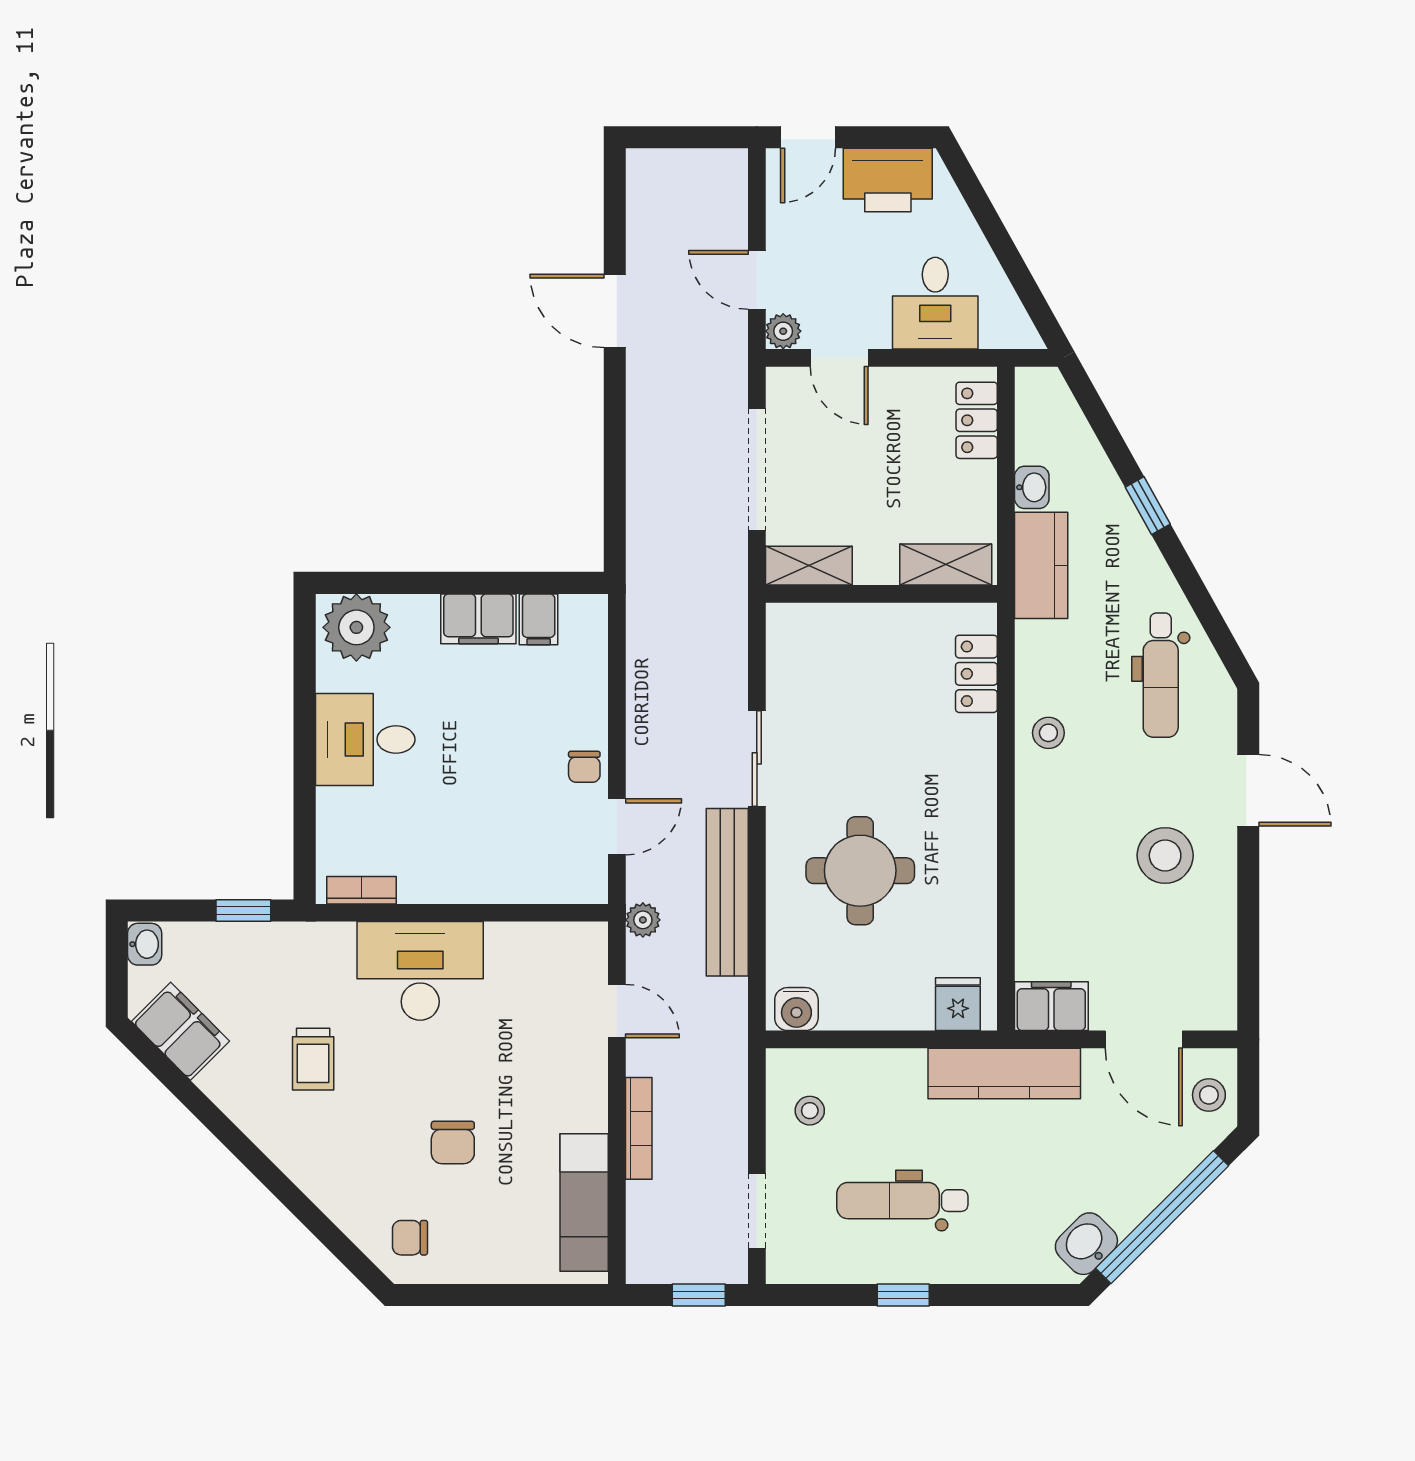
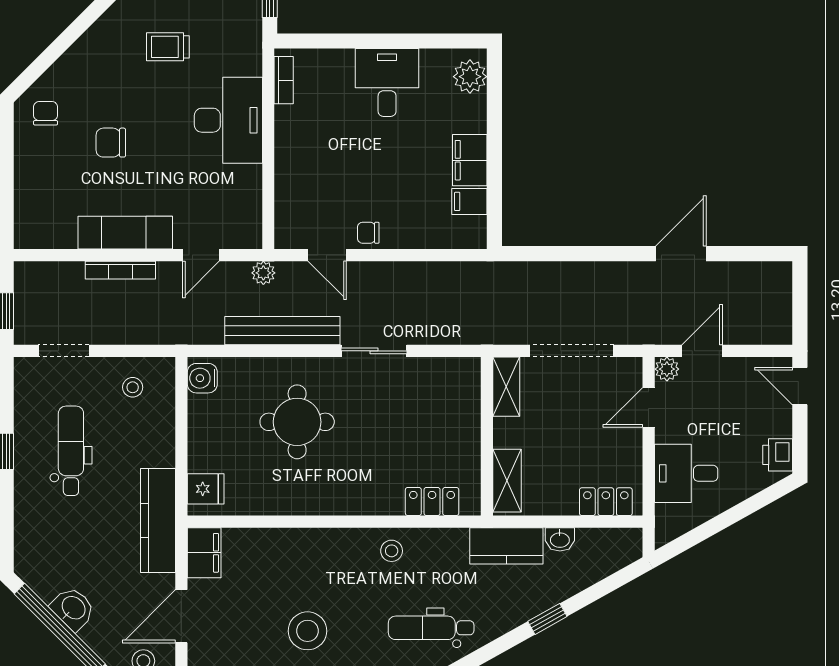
printer: (888, 180) -> (778, 455), width x0.53, depth x0.68
plant: (356, 627) -> (470, 77), width x0.73, depth x0.73
exam couch: (584, 1202) -> (125, 233), moved
washbasin: (1086, 1244) -> (73, 608), moved

